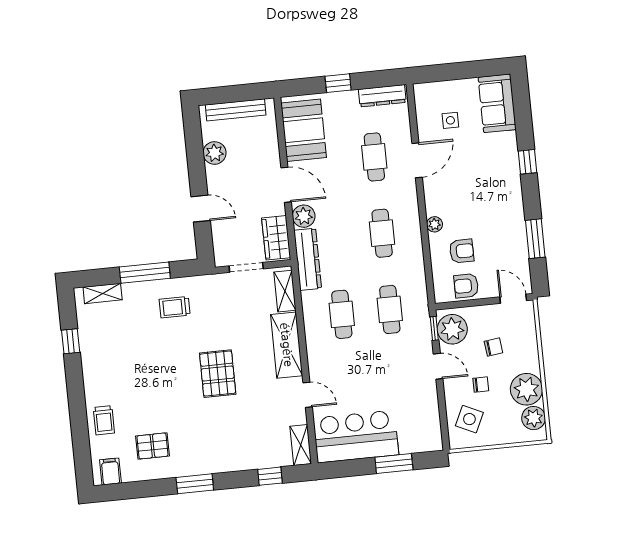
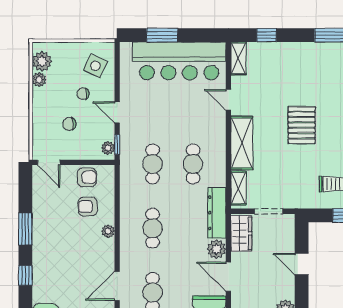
window: (535, 239) -> (25, 229), moved
plant: (452, 329) -> (108, 148), width x0.53, depth x0.53
plant: (526, 389) -> (39, 80), width x0.53, depth x0.53
bar counter: (356, 437) -> (179, 61), width x1.36

